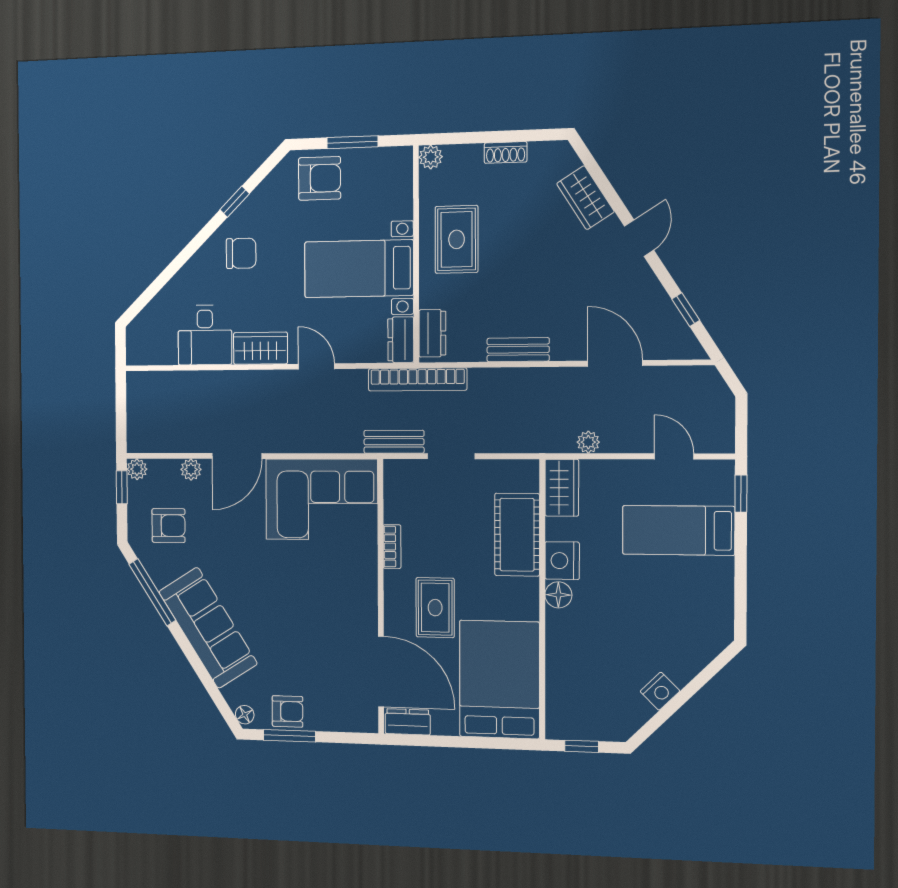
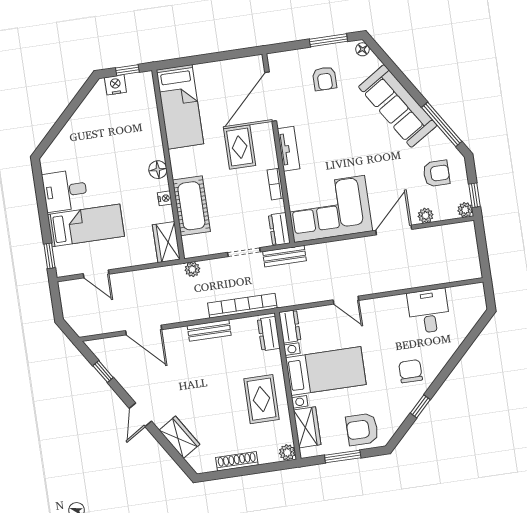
shoe rack: (506, 152) -> (237, 461), width x1.43
chair: (241, 253) -> (411, 371), turned 90
wardrobe: (260, 348) -> (307, 427), moved, turned -90
bookcase: (417, 379) -> (242, 306), moved
plant: (588, 442) -> (192, 269), moved
armchair: (168, 526) -> (436, 173), turned 180
nightstand: (562, 561) -> (165, 198), width x0.53, depth x0.56
desk: (702, 587) -> (65, 191), added
tv unit: (366, 593) -> (289, 149), added
door: (381, 672) -> (271, 97), hinge flipped
bed: (499, 679) -> (180, 107), width x0.67
nightstand: (660, 691) -> (115, 85), moved, turned 45
armchair: (287, 711) -> (324, 79), moved, turned -90
dresser: (408, 722) -> (279, 229), moved, turned 90

